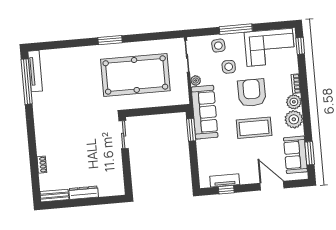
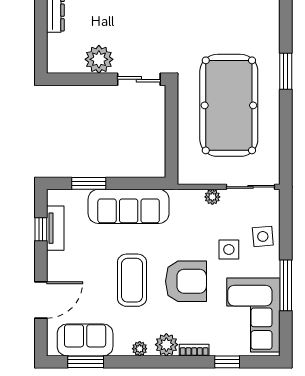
window: (236, 29) -> (286, 285), moved
window: (300, 46) -> (227, 362), moved
sofa: (205, 112) -> (129, 206), moved
plant: (294, 119) -> (140, 349), width x0.53, depth x0.53
window: (191, 130) -> (89, 183), moved
plant: (113, 162) -> (99, 59), added

